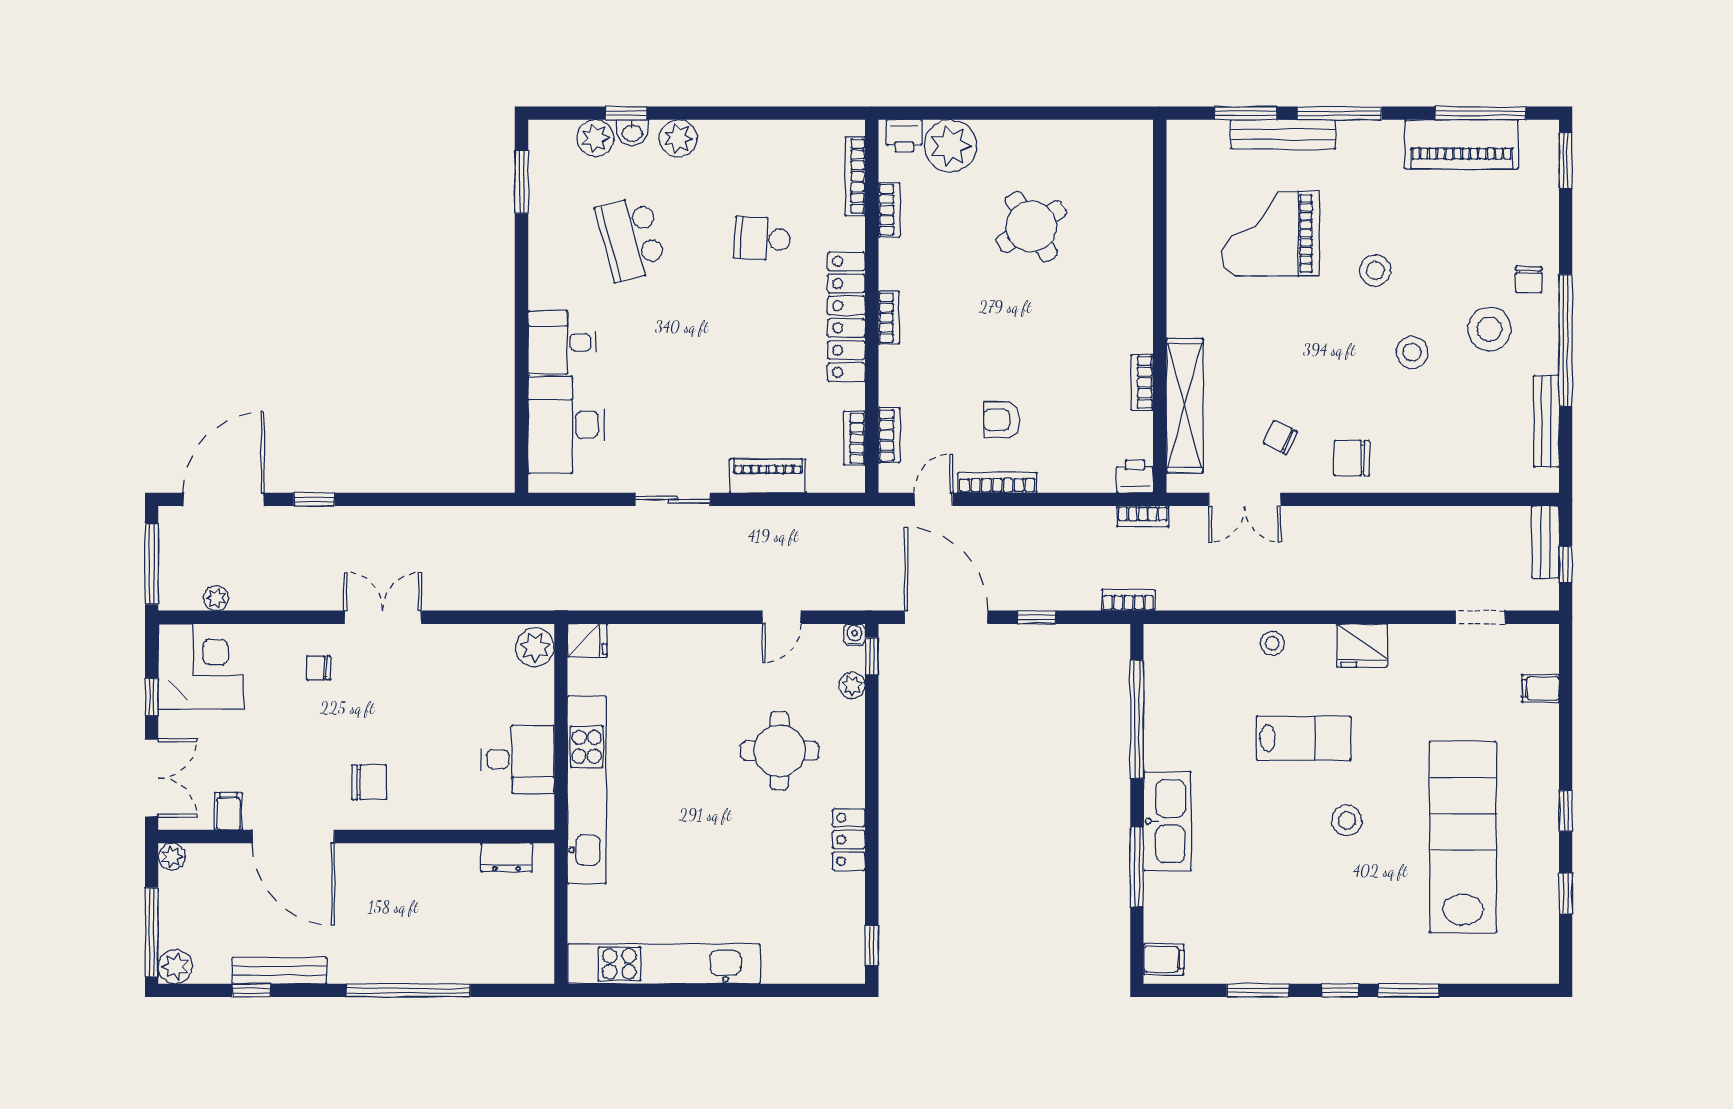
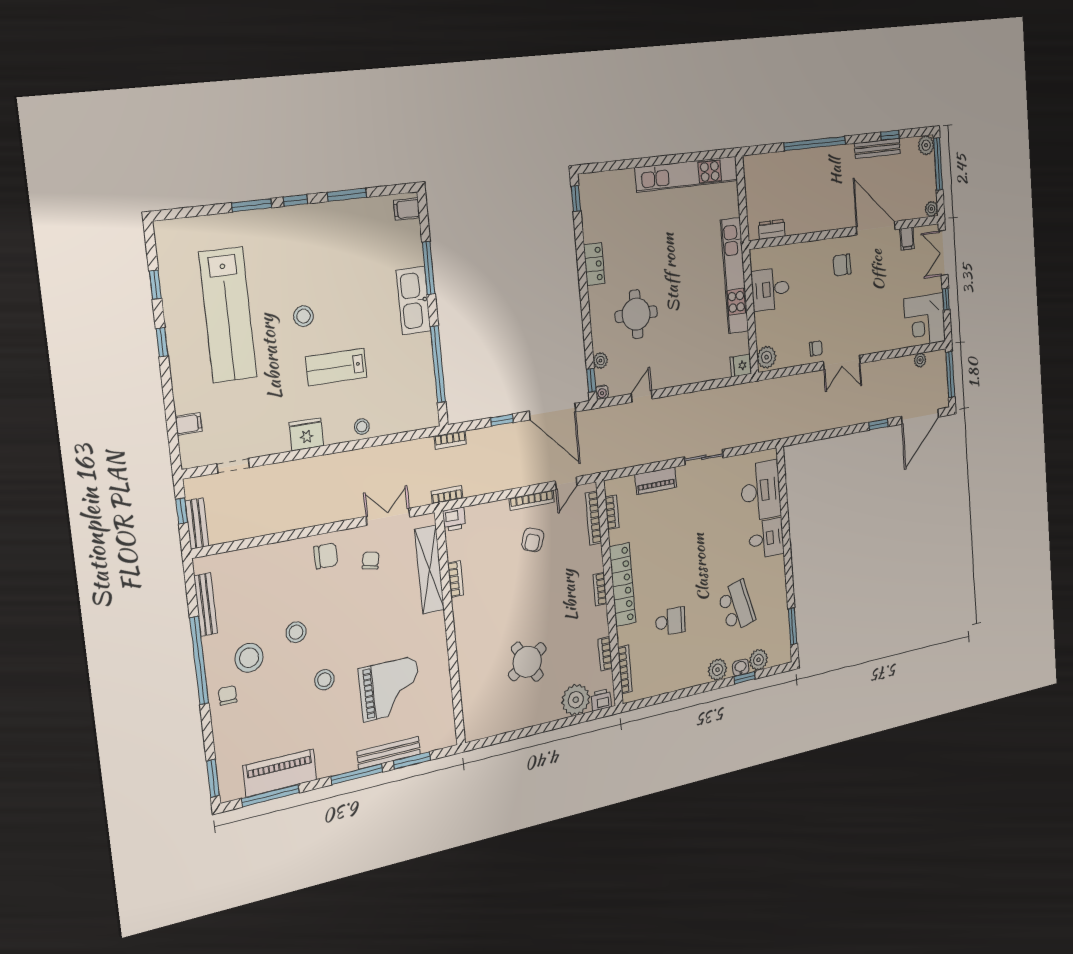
armchair: (1002, 420) -> (533, 540), turned 109
bookcase: (889, 435) -> (594, 518), width x1.56
chair: (1280, 438) -> (371, 561), turned -104
chair: (318, 668) -> (816, 348), moved

